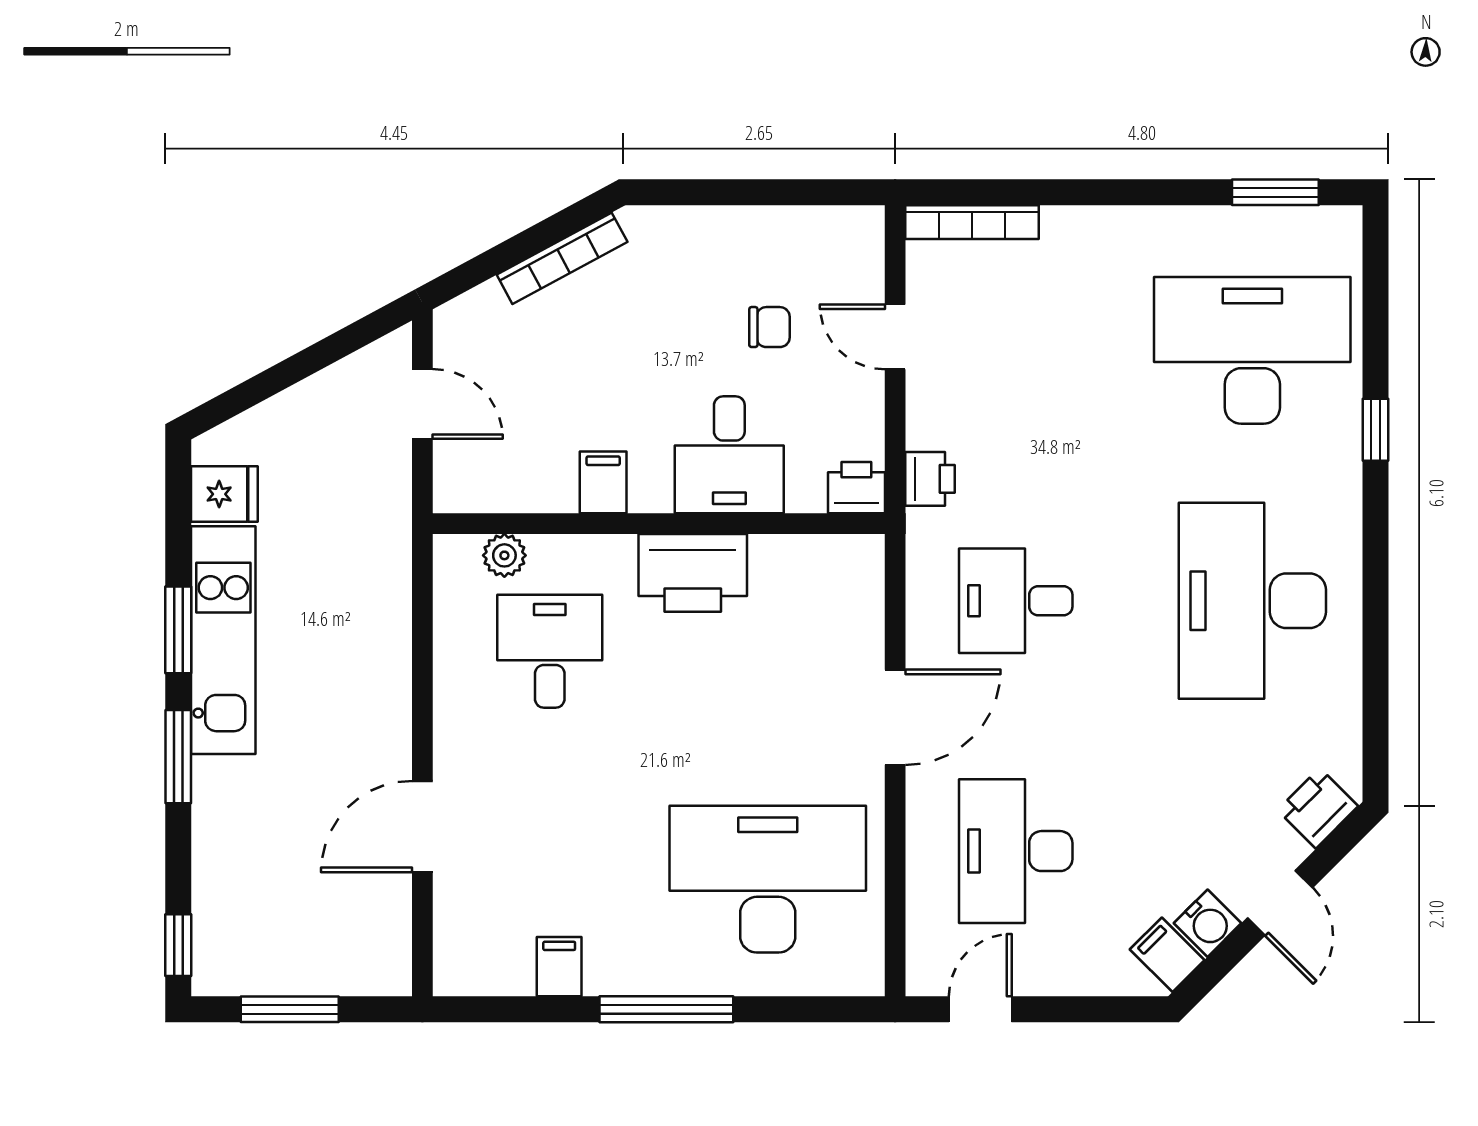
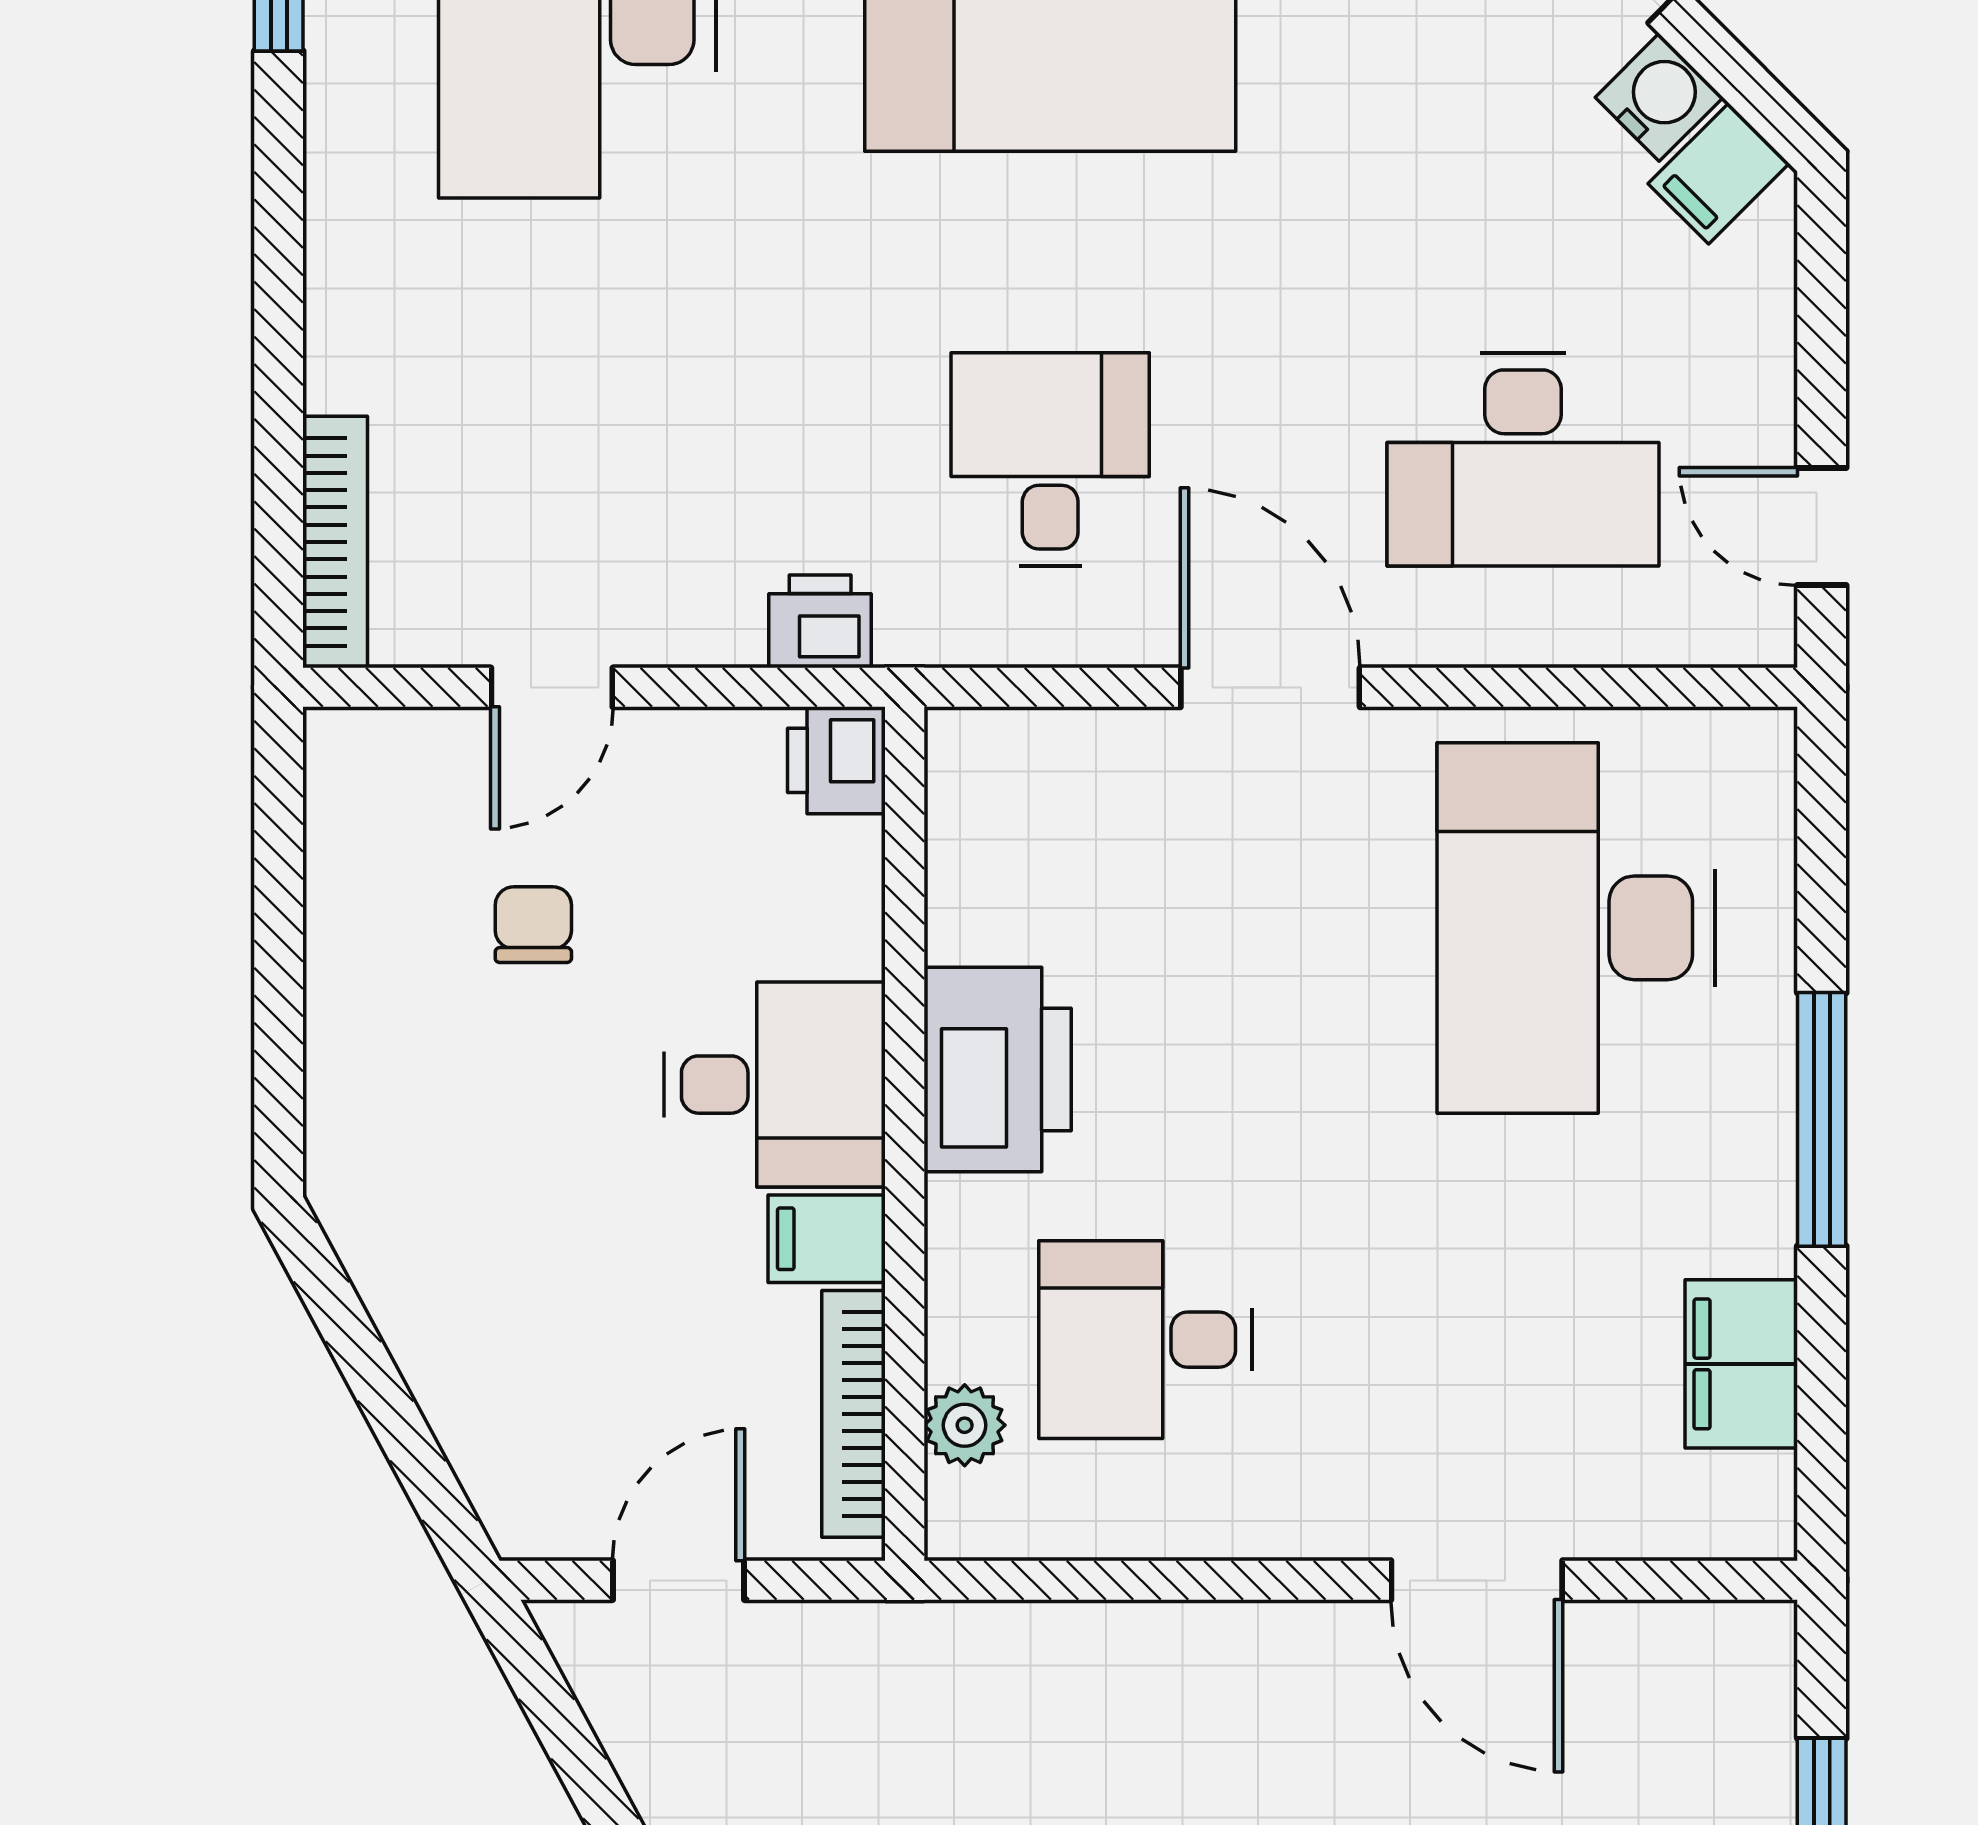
bookcase: (562, 258) -> (854, 1414), moved, turned -152
desk: (729, 455) -> (774, 1085), moved
desk: (1016, 601) -> (1050, 459), turned 180
filing cabinet: (559, 967) -> (1741, 1364), width x2.00

